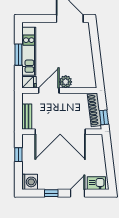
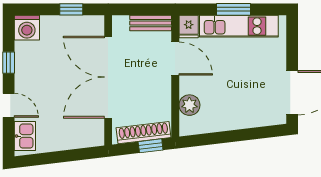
plant: (66, 82) -> (189, 105), moved
bench: (27, 117) -> (151, 23), moved
window: (104, 117) -> (151, 146), moved

